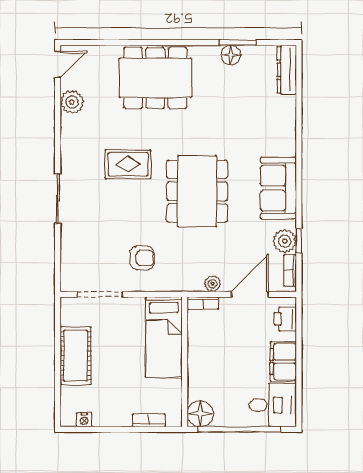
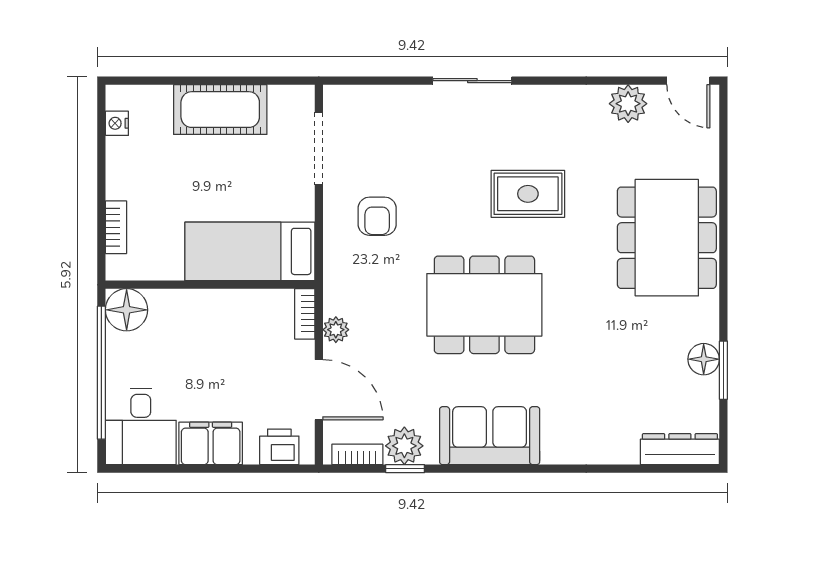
rug: (128, 164) -> (528, 194), turned 90

